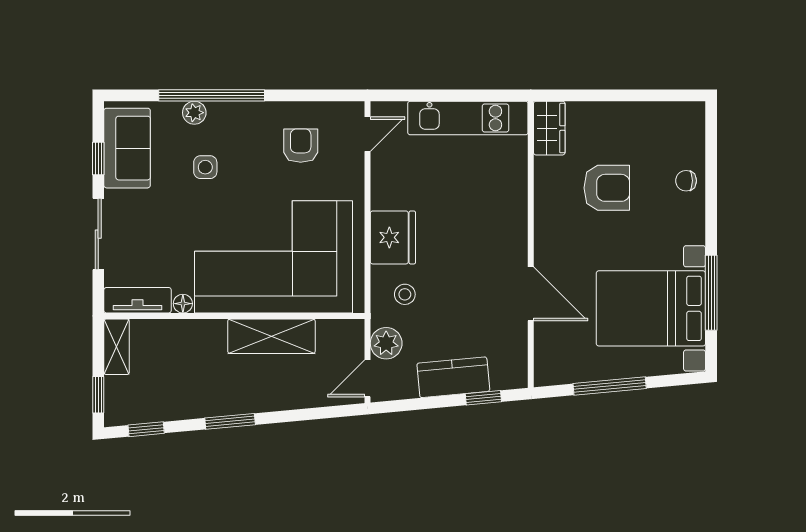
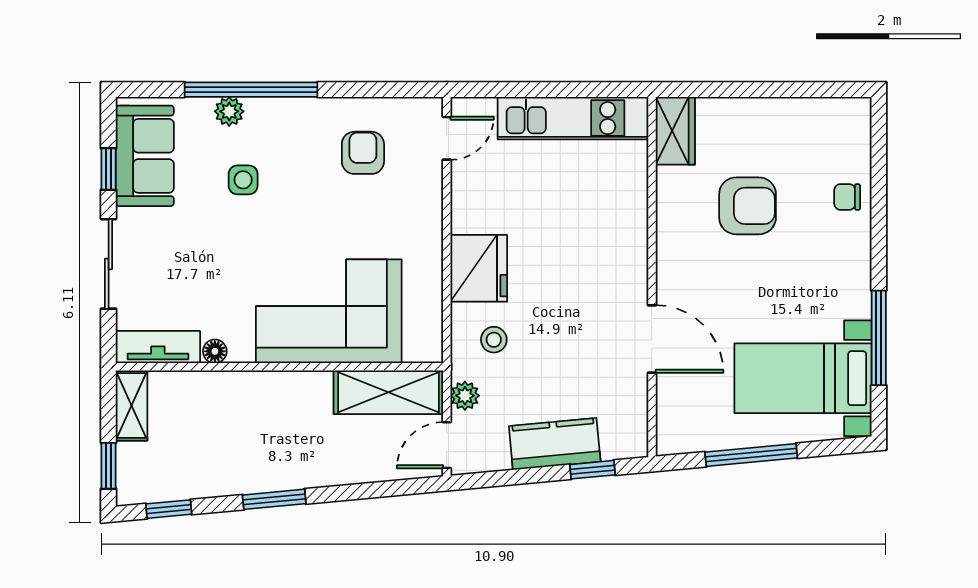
corner sofa: (273, 257) -> (329, 311), width x0.73, depth x0.74
bed with nightstands: (651, 308) -> (803, 378), width x0.73
shelving: (271, 336) -> (388, 392), moved
plant: (386, 343) -> (465, 396), width x0.73, depth x0.73

